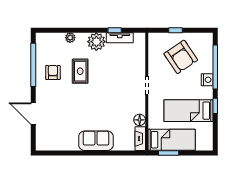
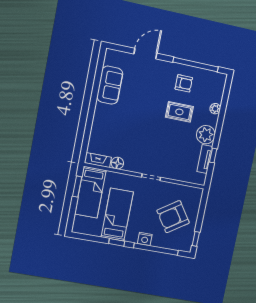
window: (176, 30) -> (196, 239), moved
sofa: (96, 141) -> (110, 85), moved

